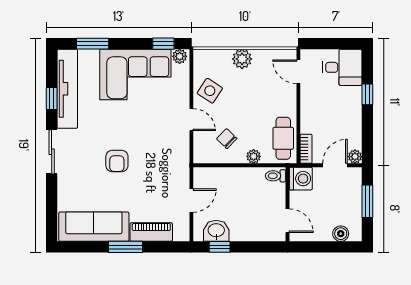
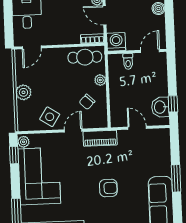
toilet: (276, 176) -> (128, 61), moved
piano: (151, 232) -> (100, 138), moved, turned -90

